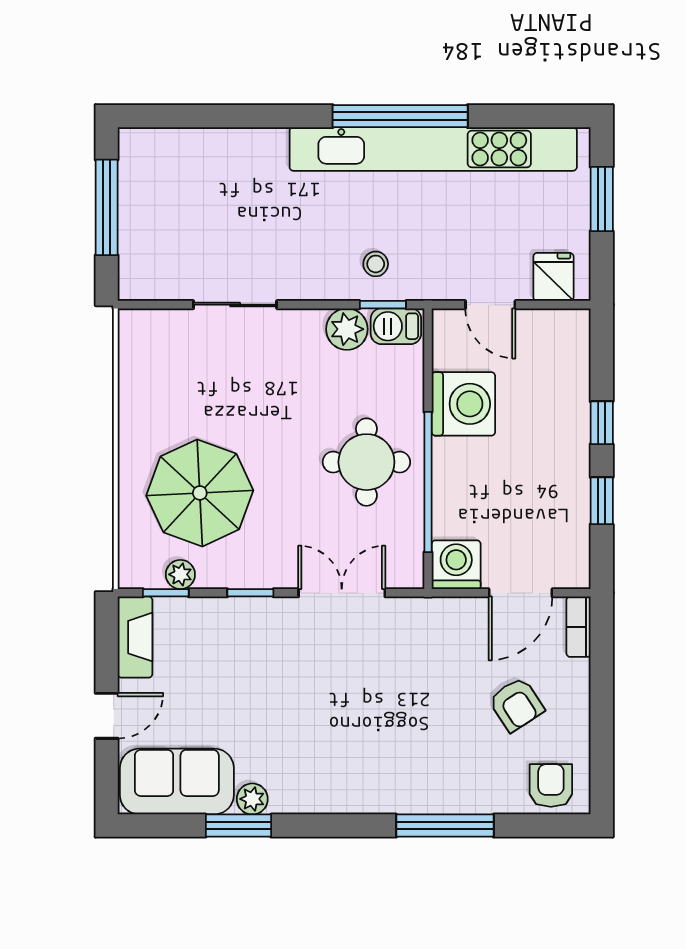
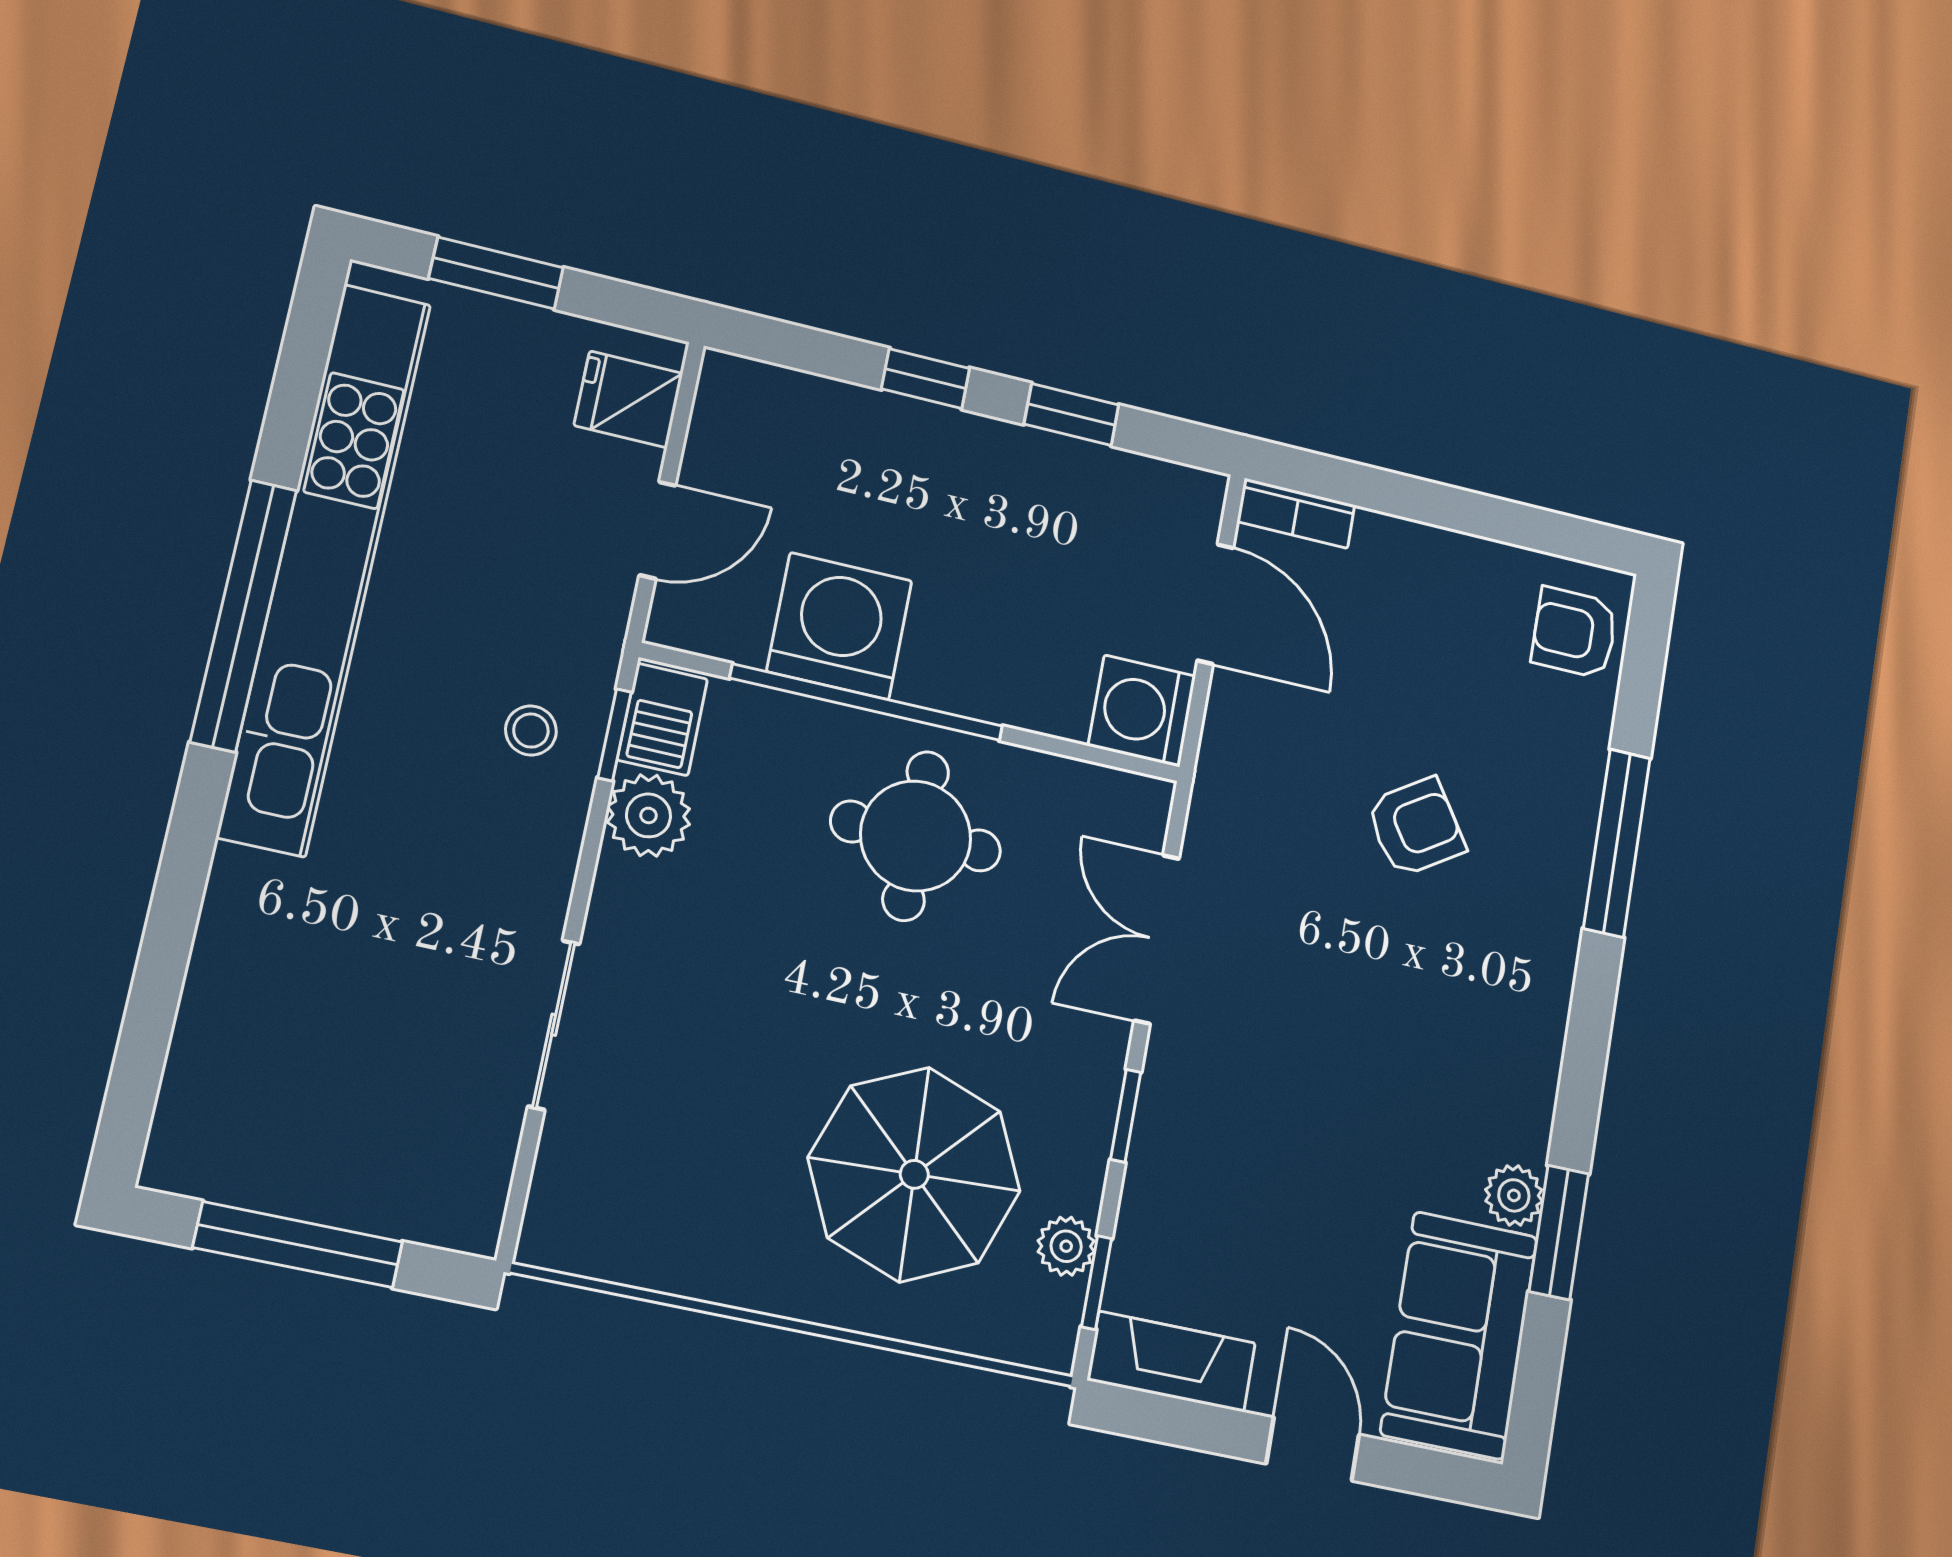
window: (428, 482) -> (867, 702), moved
armchair: (516, 704) -> (1416, 827), moved

